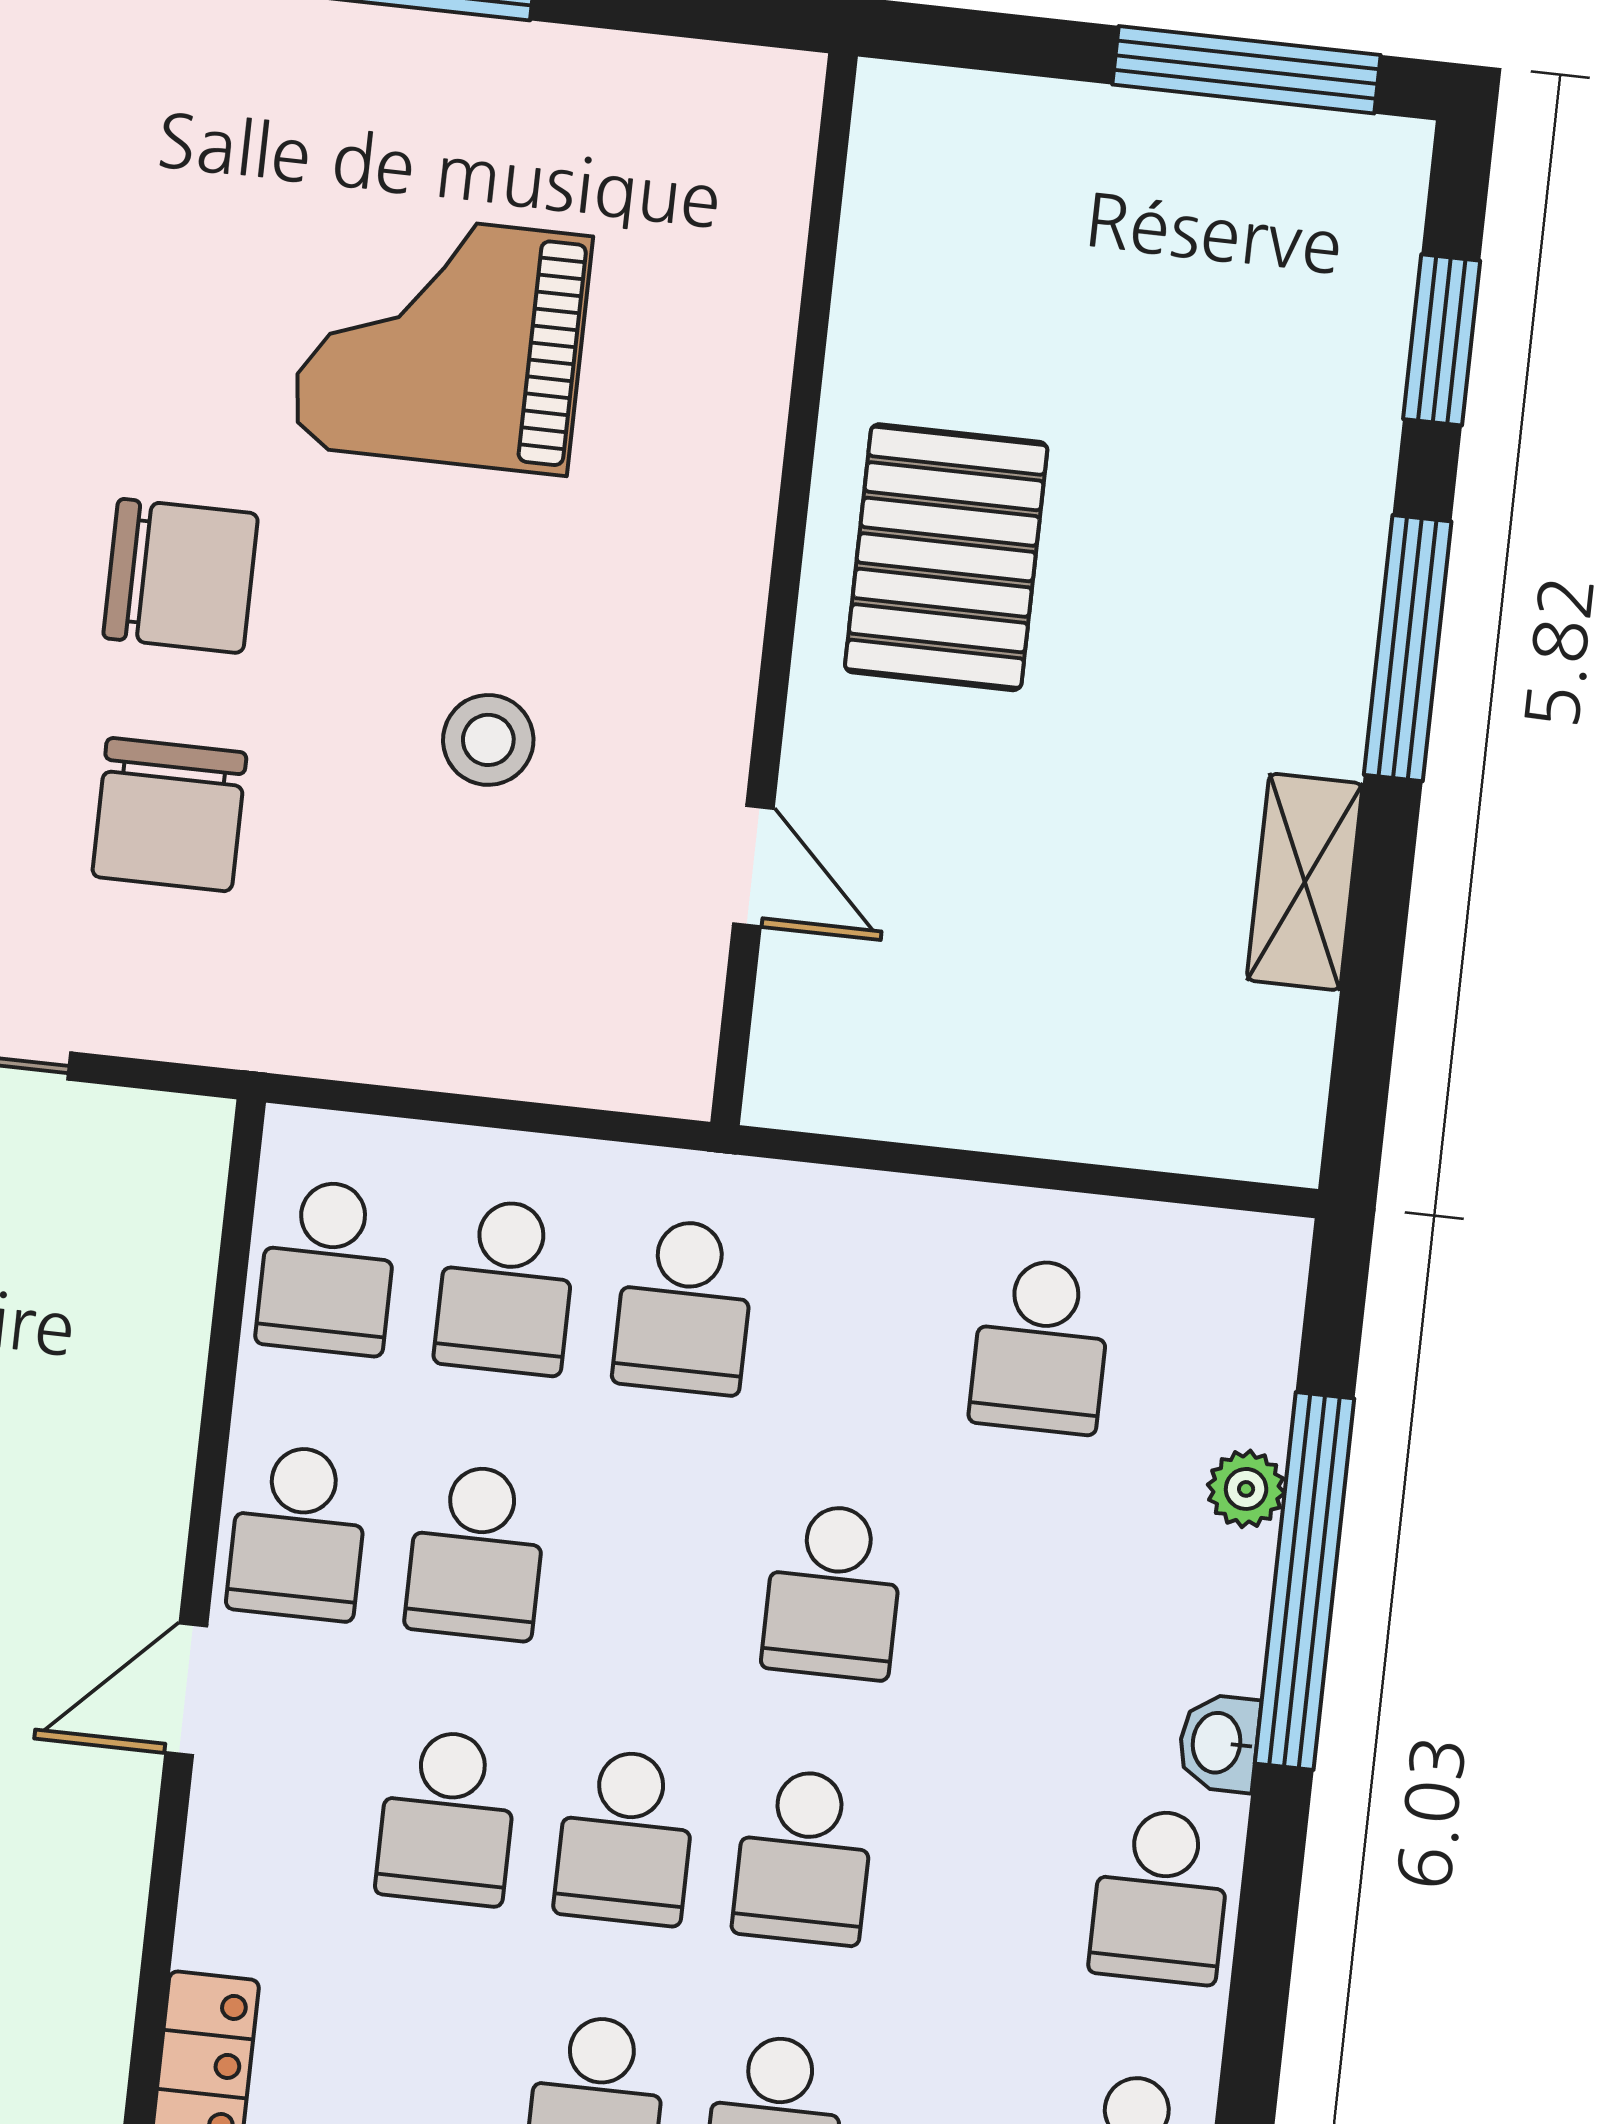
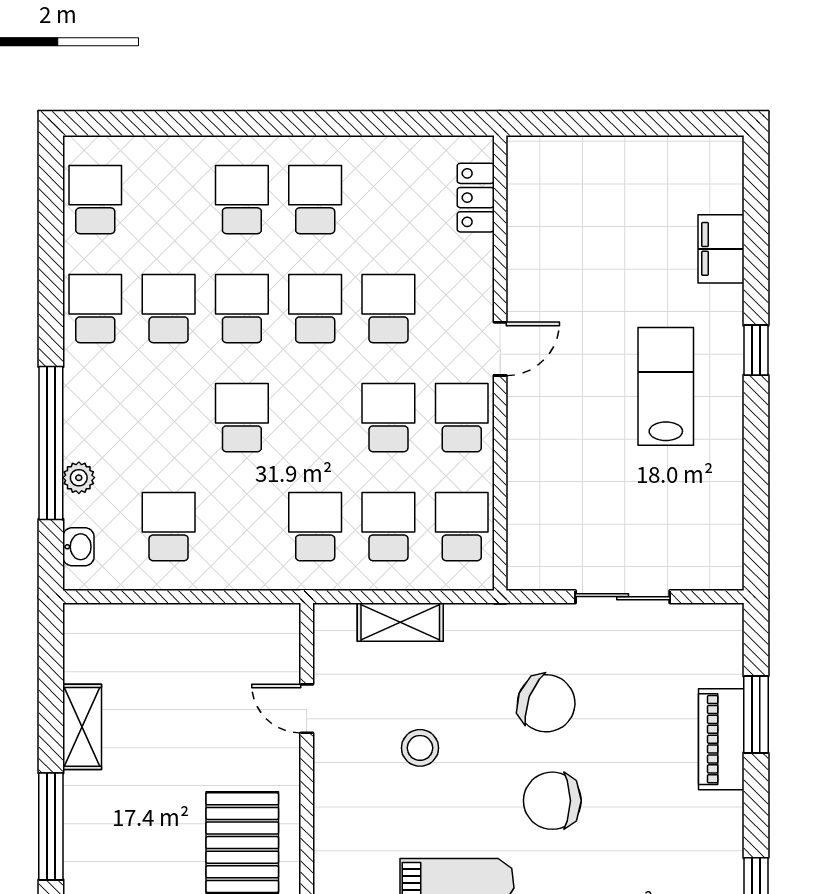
chair: (169, 815) -> (546, 703), turned 111
shelving: (503, 1051) -> (400, 622), added
washbasin: (1219, 1743) -> (78, 547), moved
school desk: (982, 1877) -> (169, 309), added

